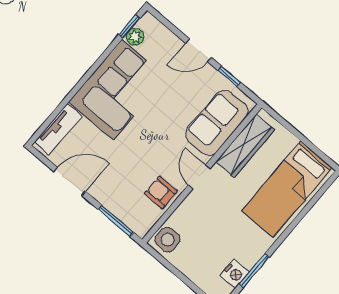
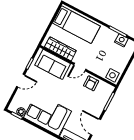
door: (198, 50) -> (21, 81), hinge flipped

